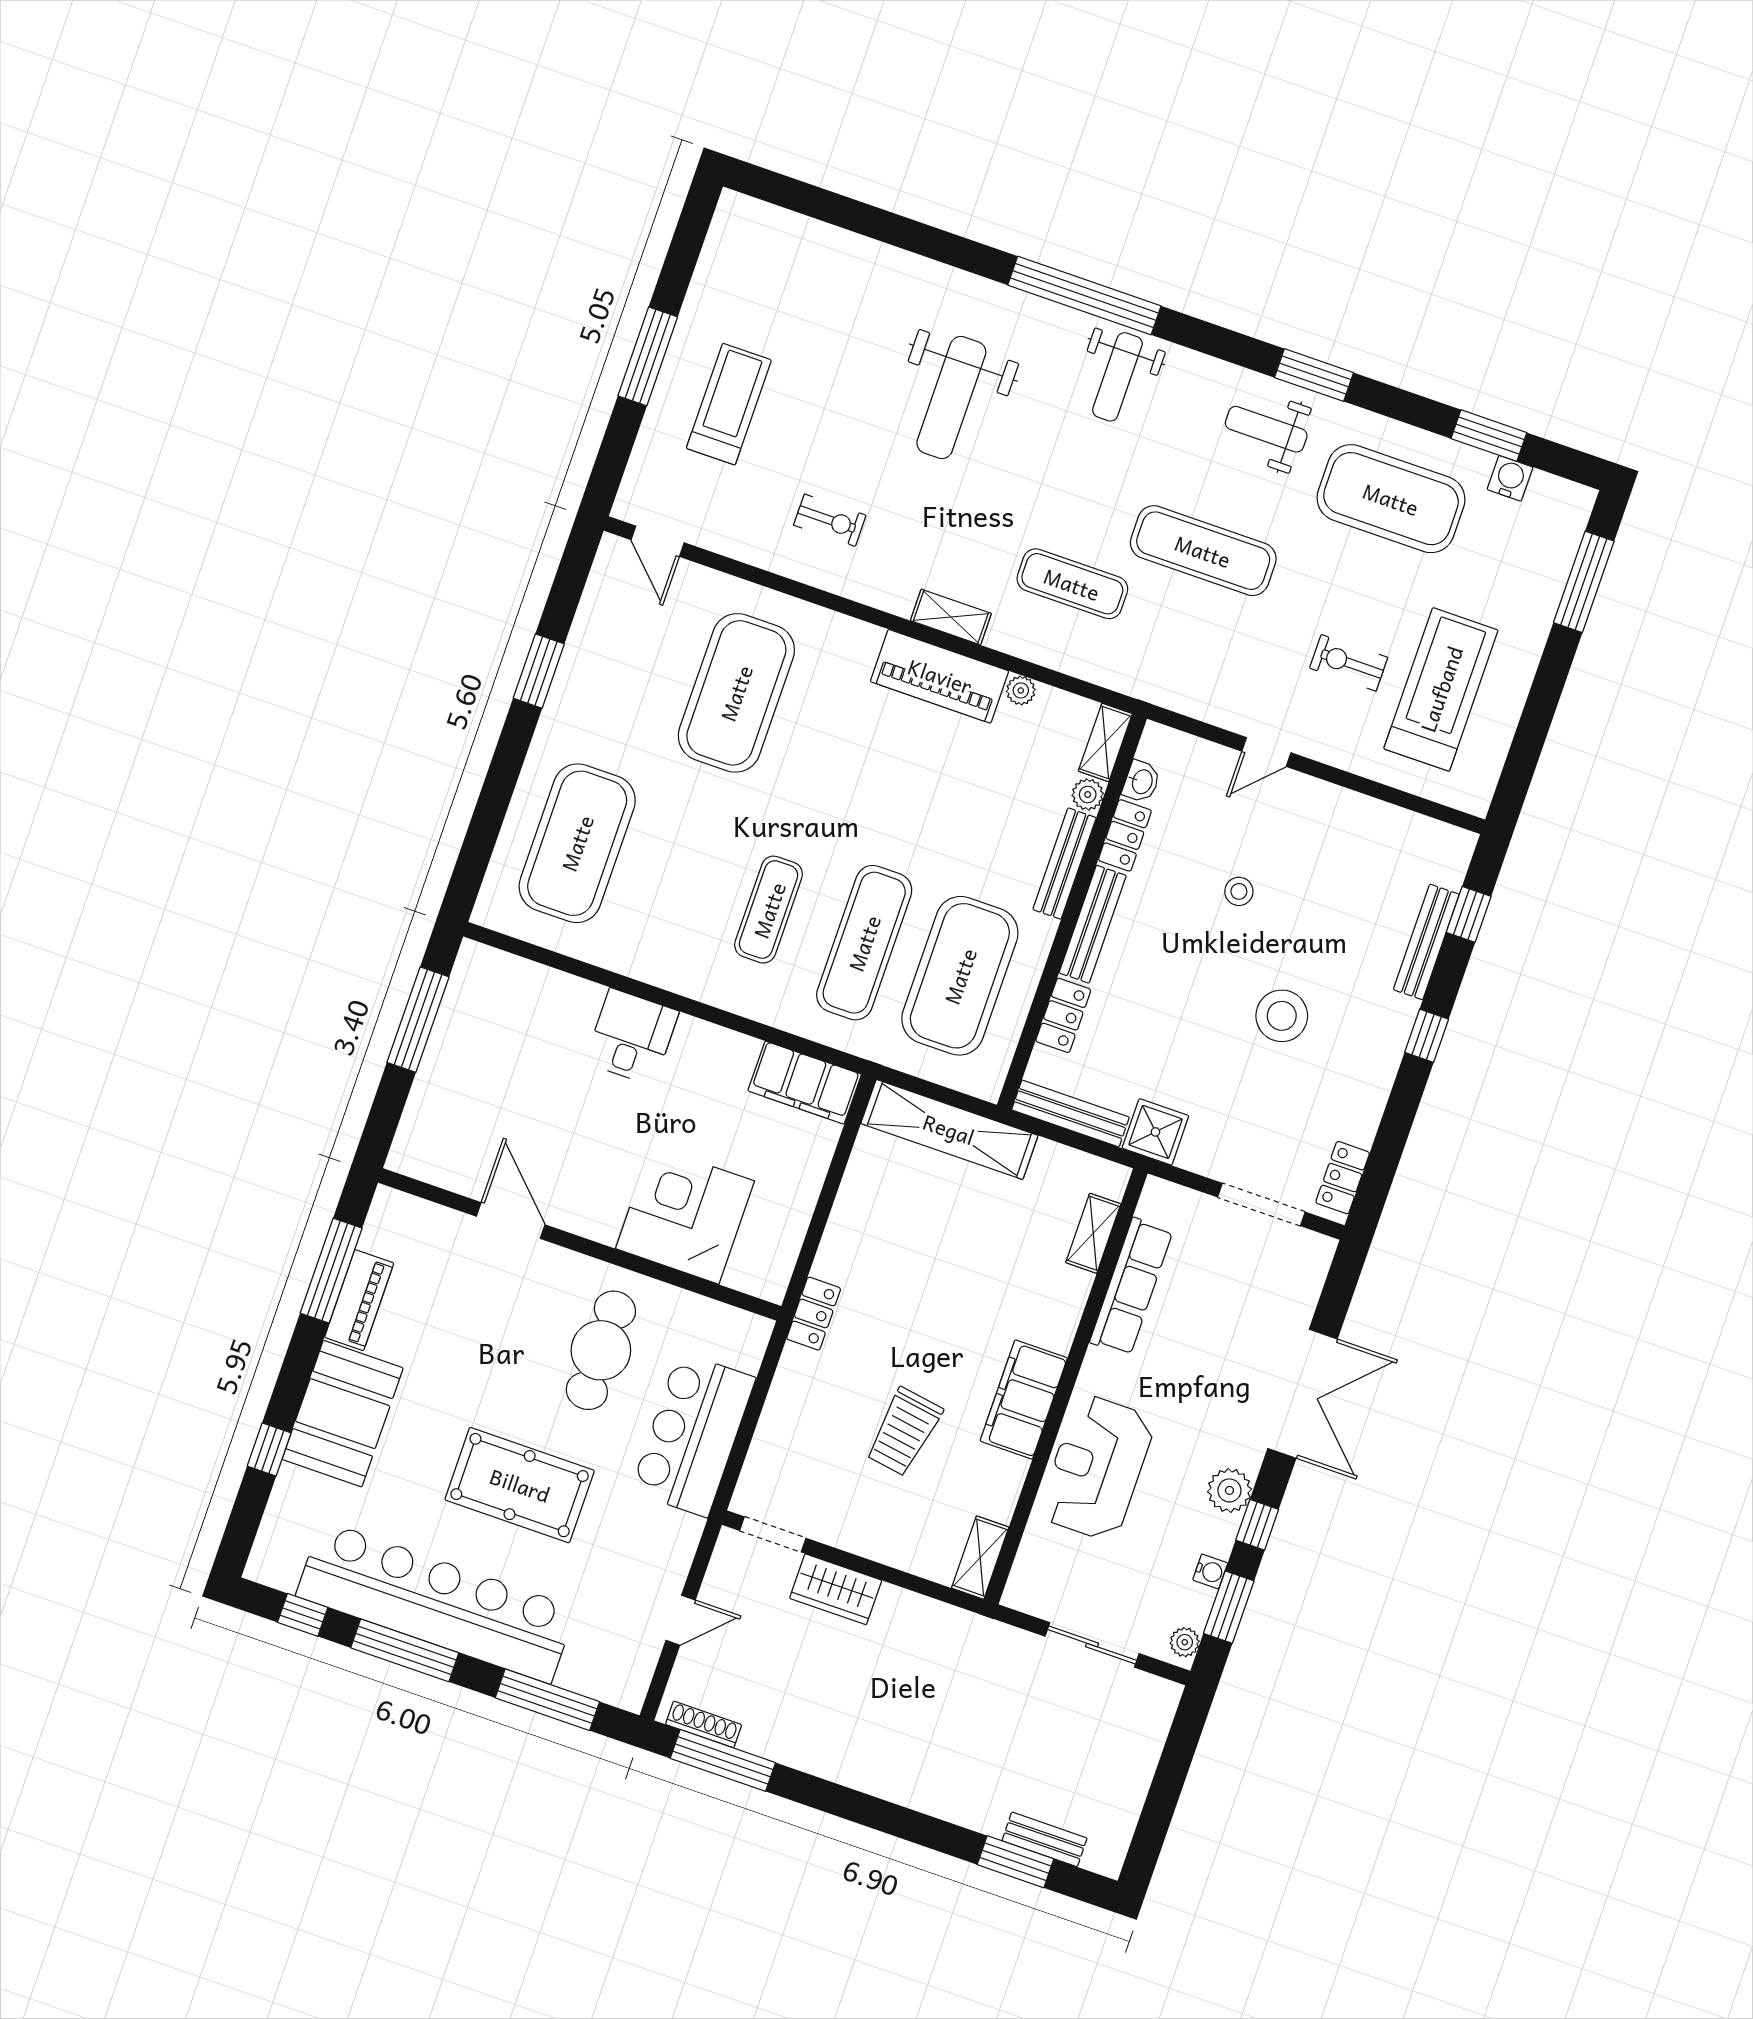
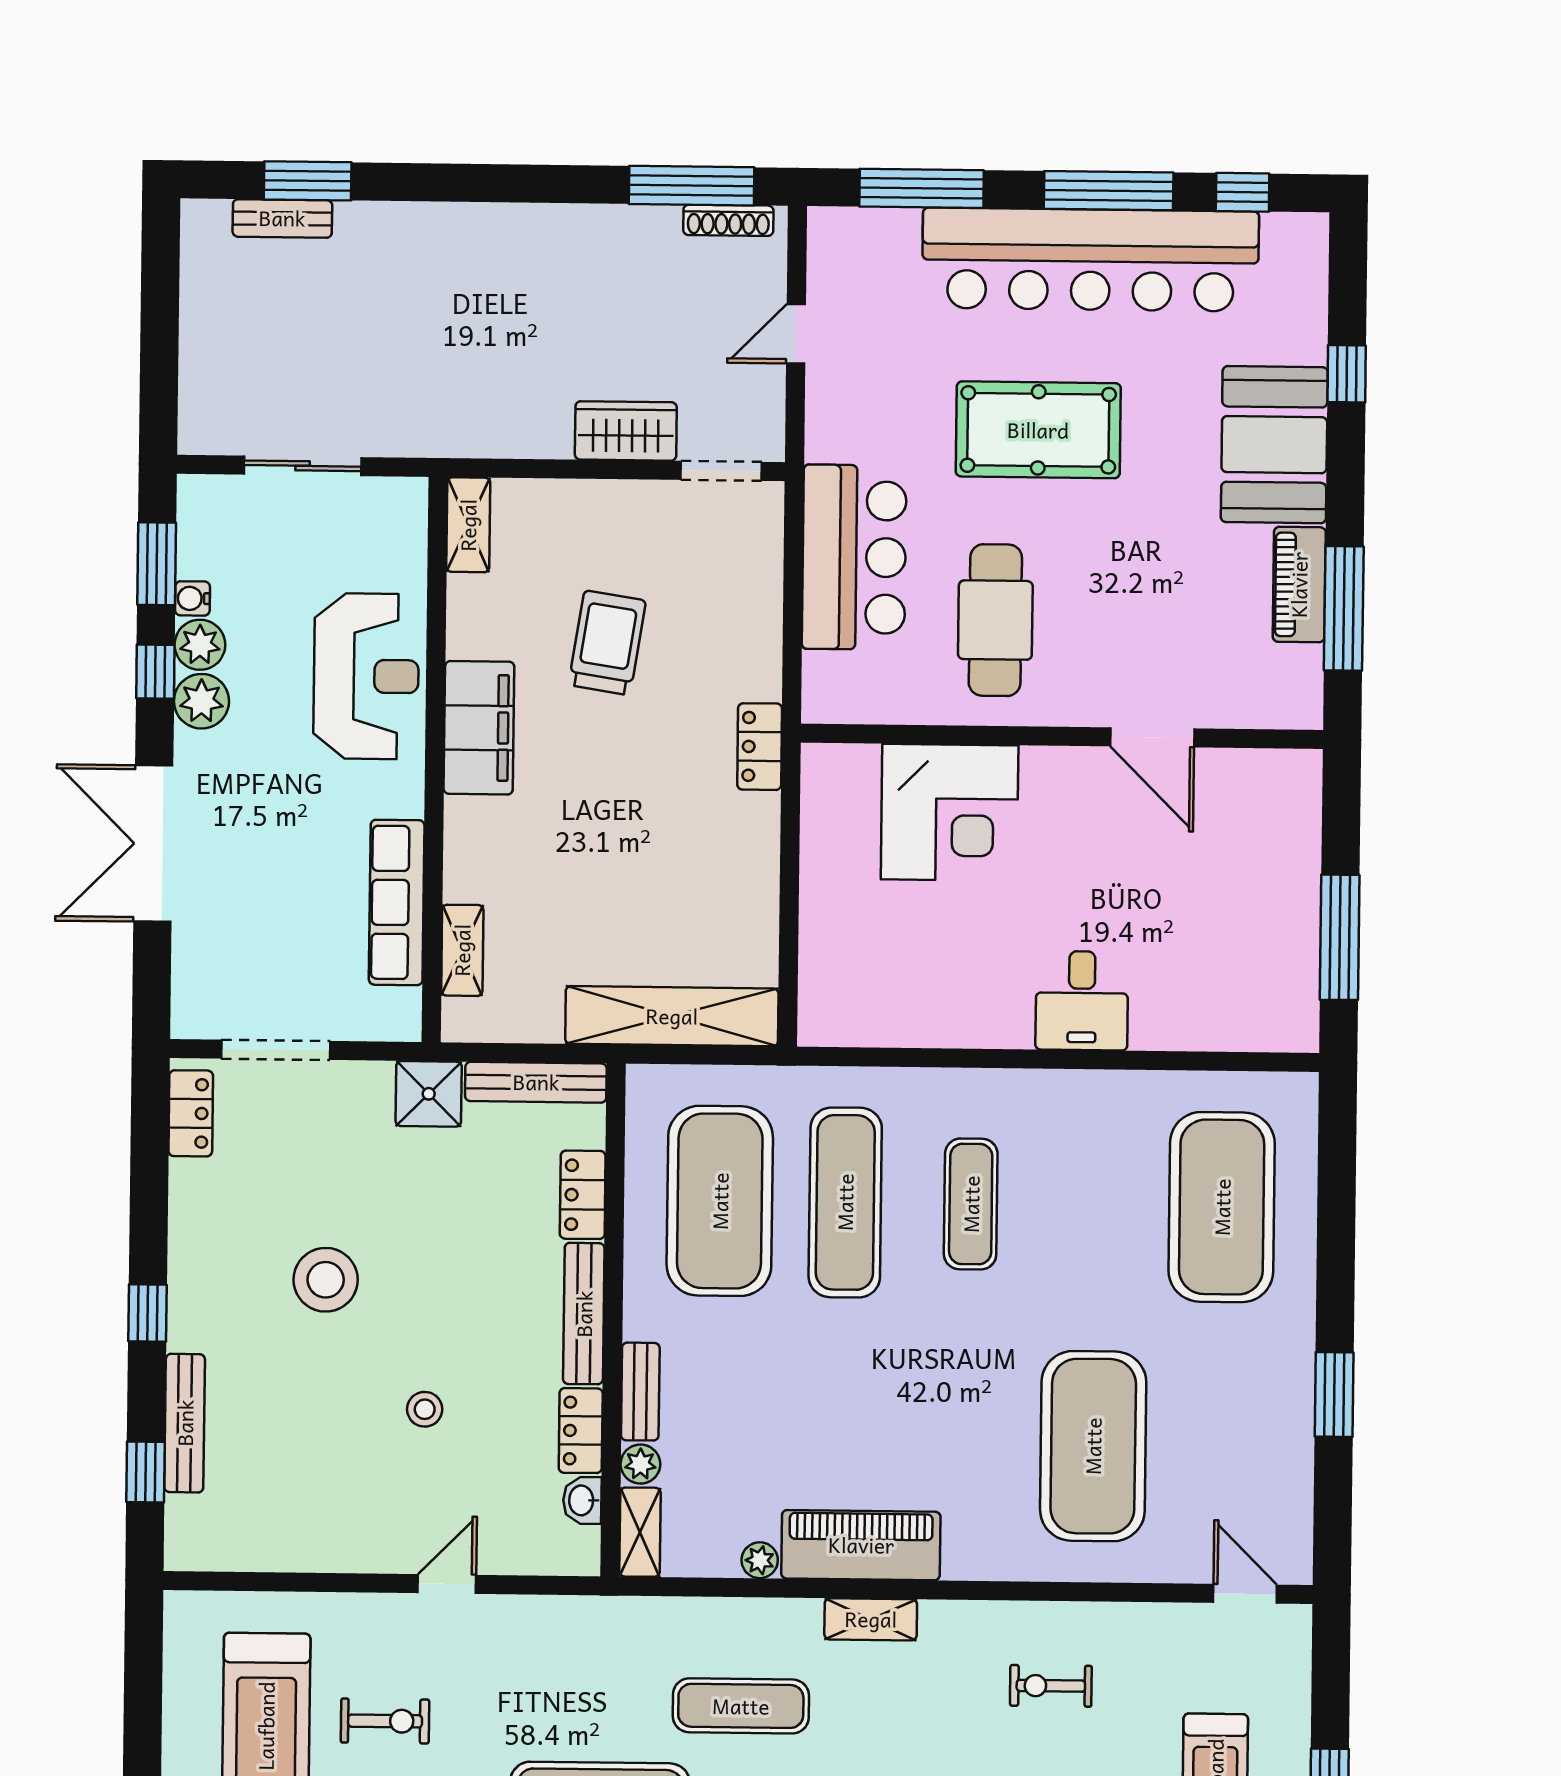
bench: (1065, 864) -> (640, 1392), width x0.73
filing cabinet: (805, 1083) -> (861, 1015), removed
plant: (1185, 1642) -> (200, 645), moved, width x1.38, depth x1.38

